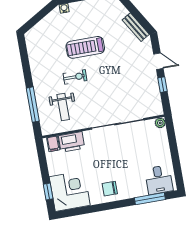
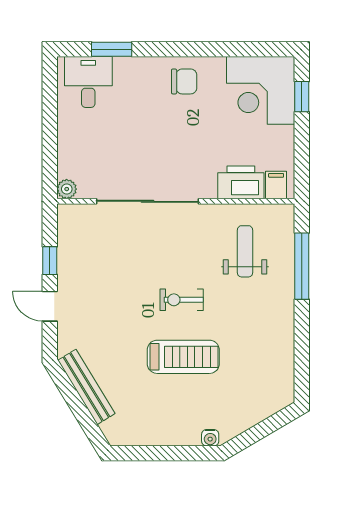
bench: (136, 27) -> (86, 387), width x1.36
exercise bike: (75, 77) -> (182, 300), moved
window: (150, 199) -> (112, 49), width x0.69

